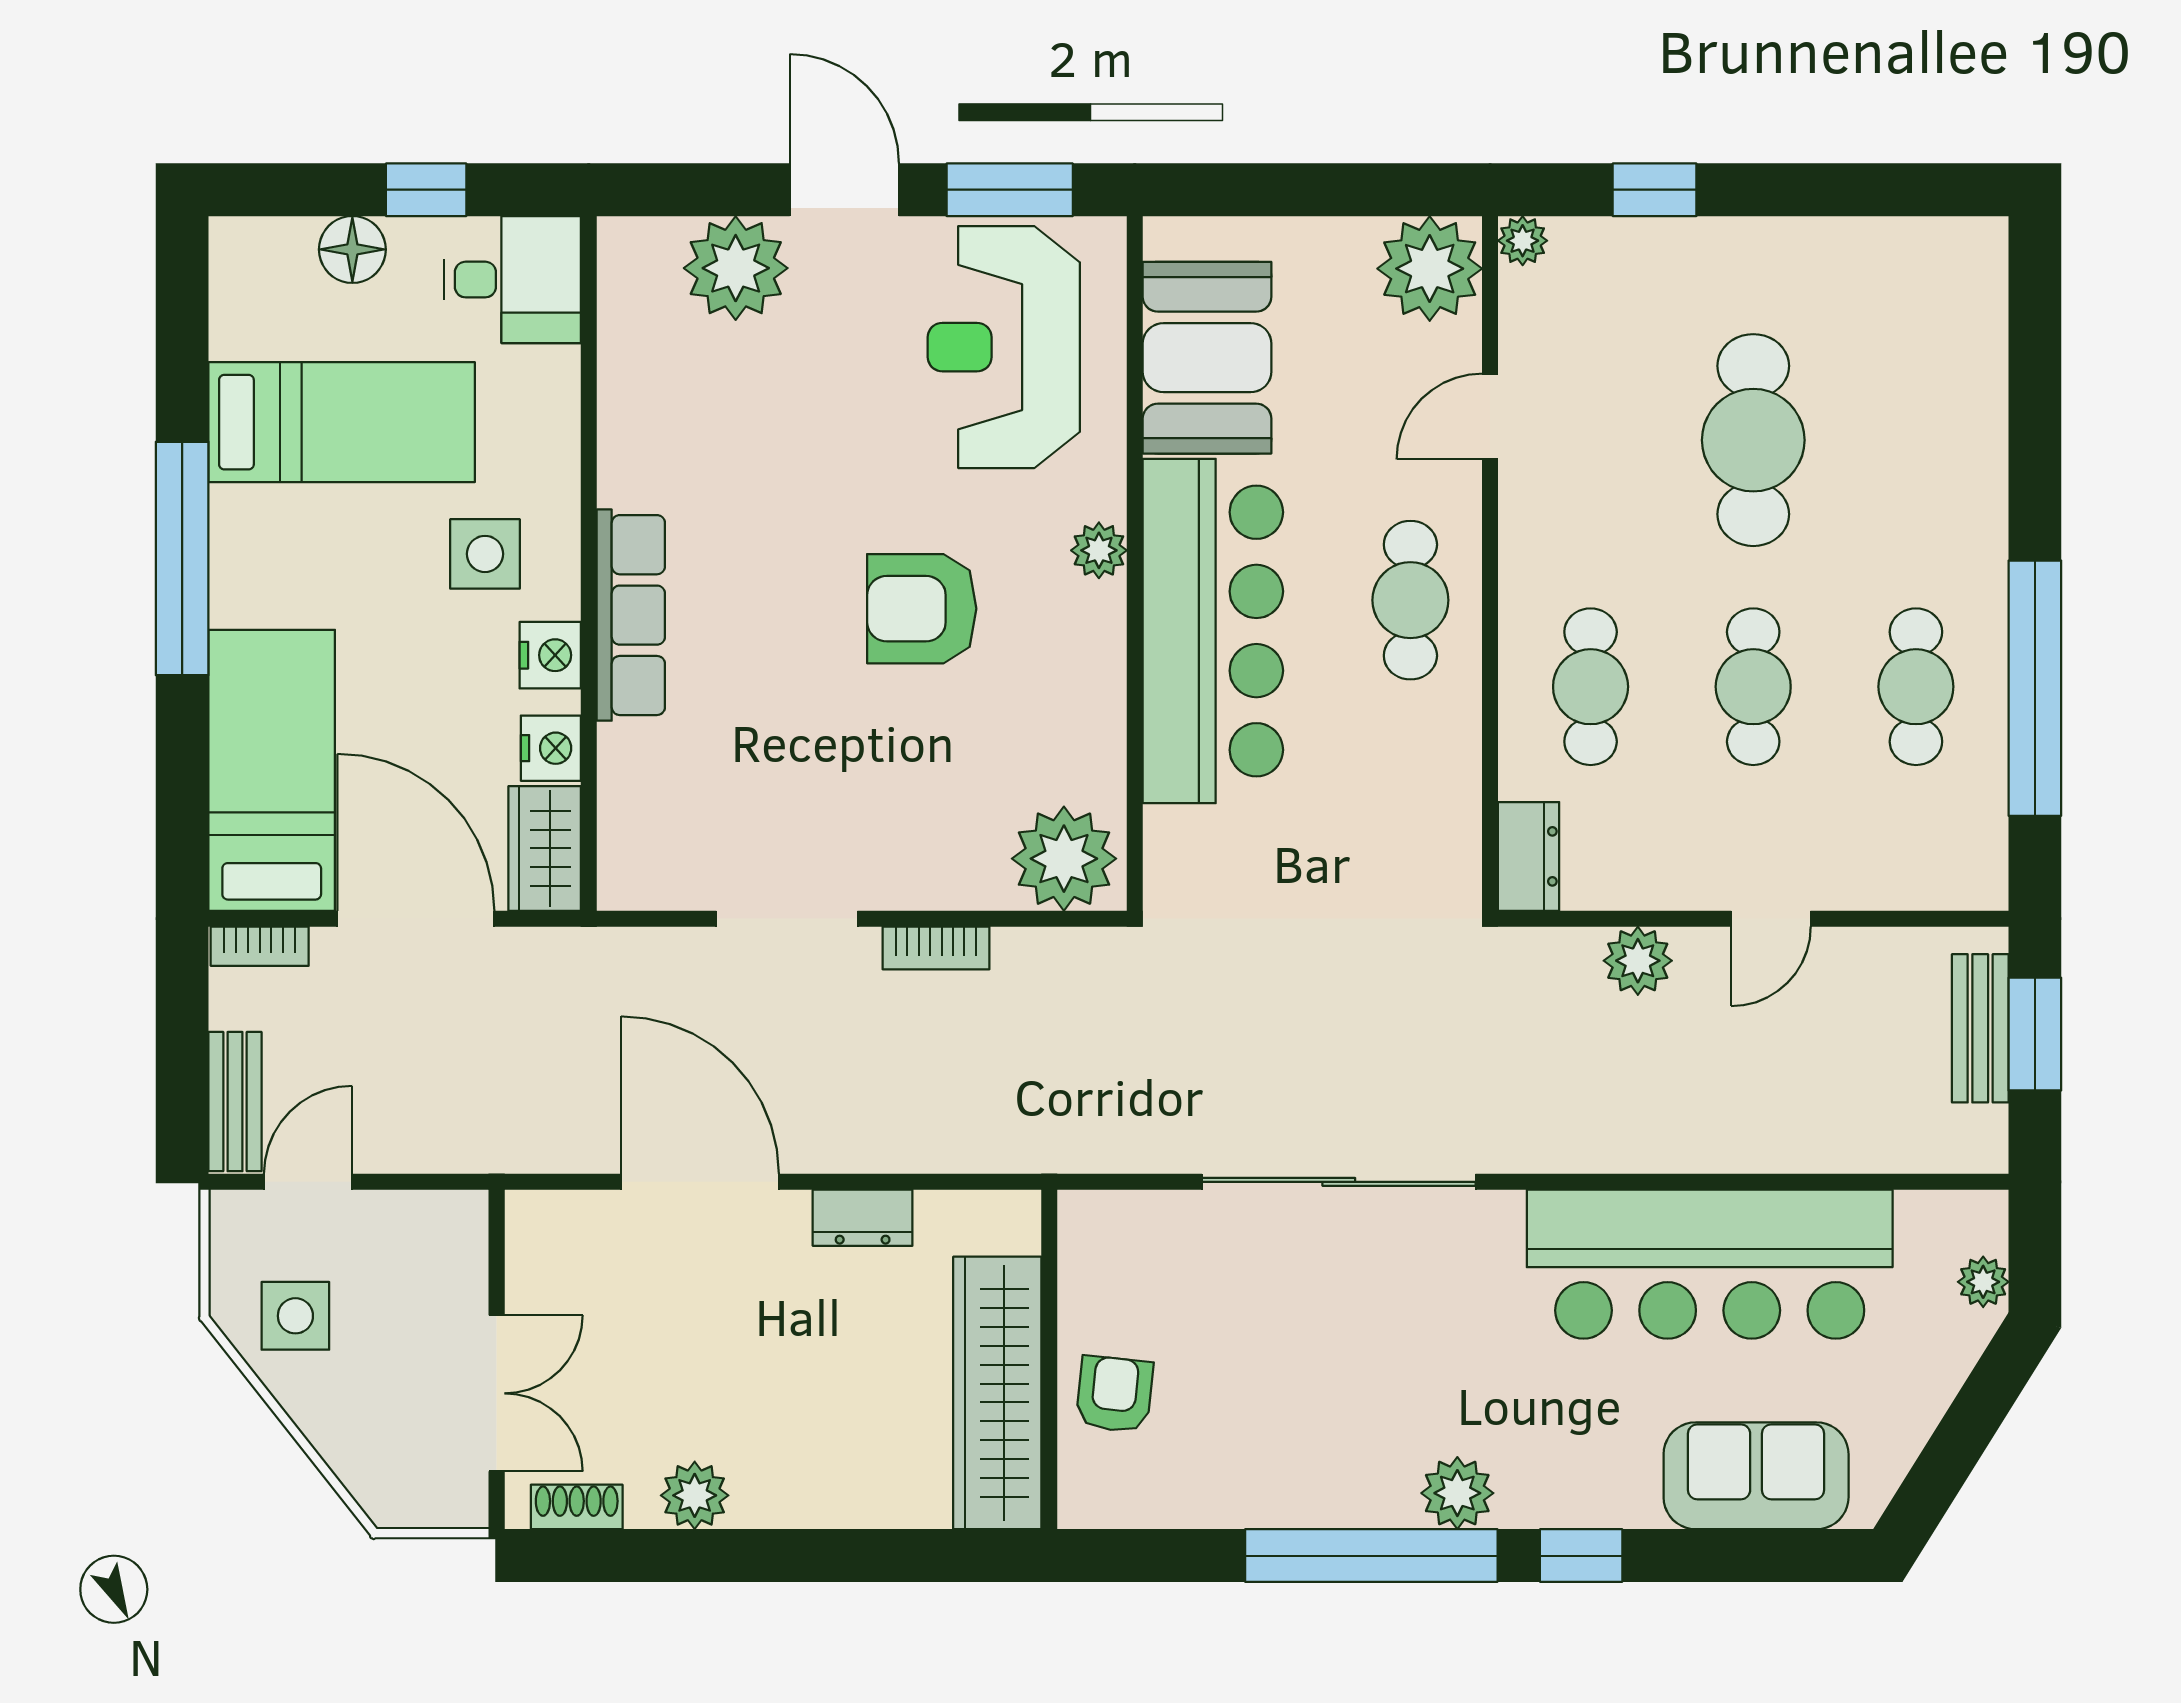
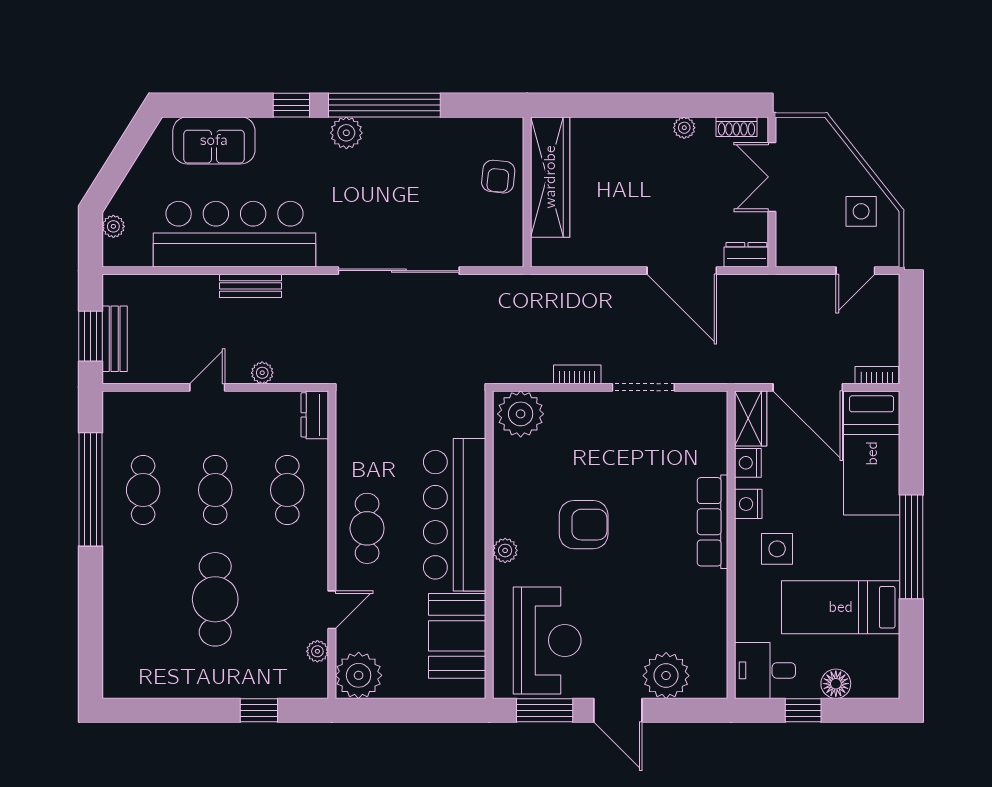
plant: (1523, 241) -> (317, 651), moved
plant: (1638, 961) -> (262, 373), width x0.73, depth x0.73
bench: (235, 1102) -> (250, 286), moved, turned 90
dresser: (863, 1218) -> (746, 255), moved
plant: (695, 1495) -> (684, 128), width x0.73, depth x0.73

